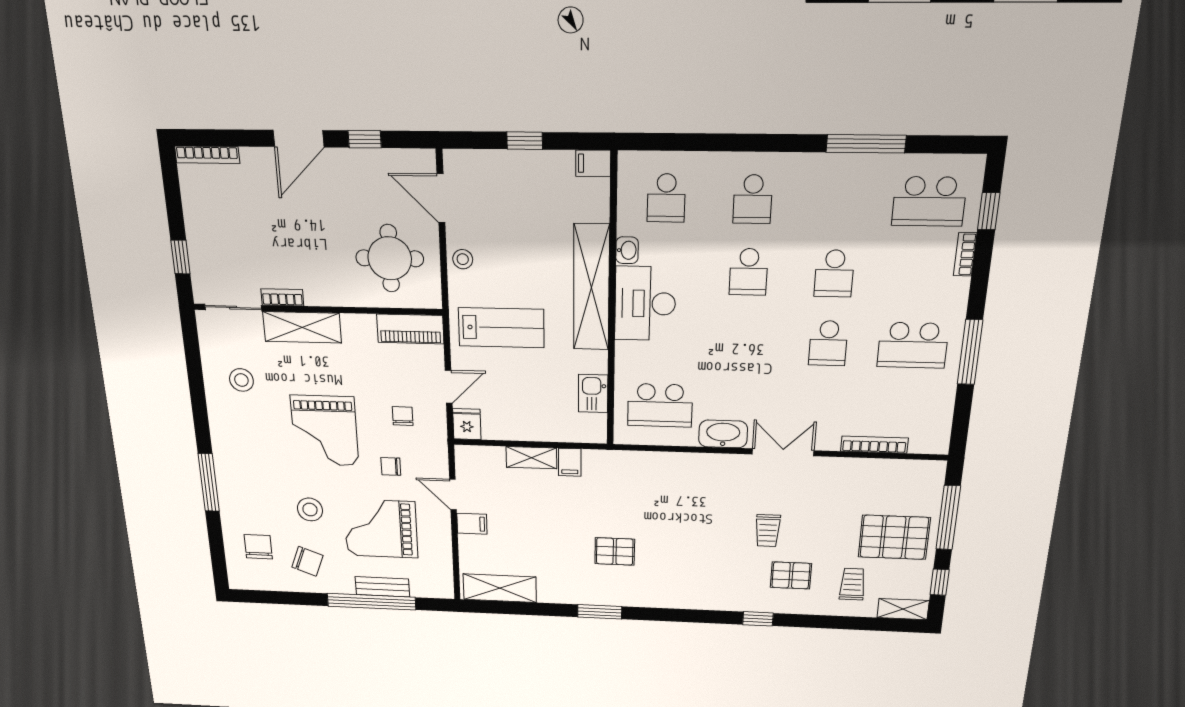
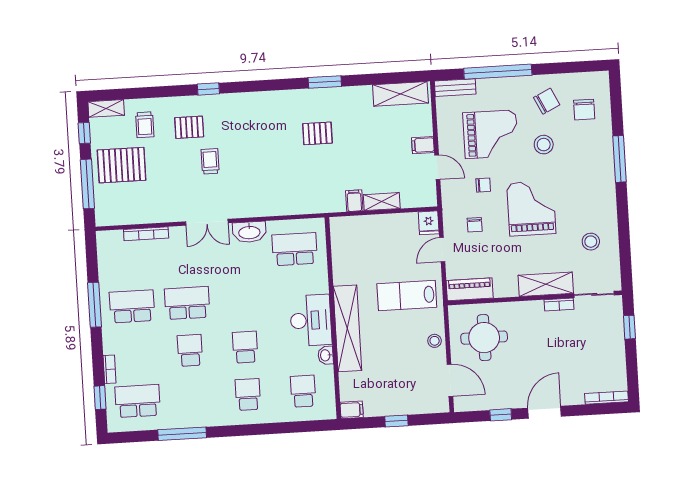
school desk: (828, 343) -> (187, 303), width x1.85
kitchen sink: (593, 393) -> (341, 254), removed
chair: (307, 561) -> (547, 101), turned 133
bench: (382, 587) -> (455, 88), moved

